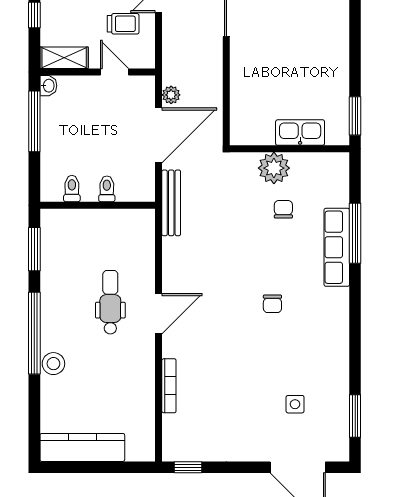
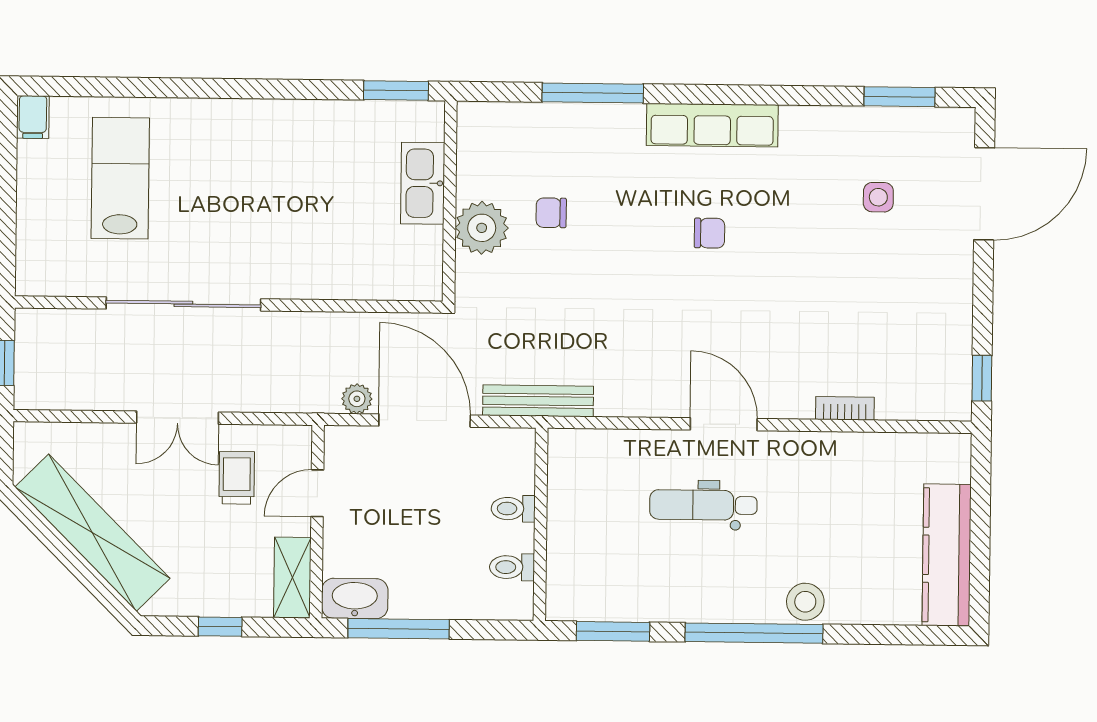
washbasin: (48, 86) -> (355, 599), width x1.91, depth x1.45
row of seats: (337, 247) -> (712, 125), moved
bookcase: (169, 386) -> (845, 408), width x0.64

